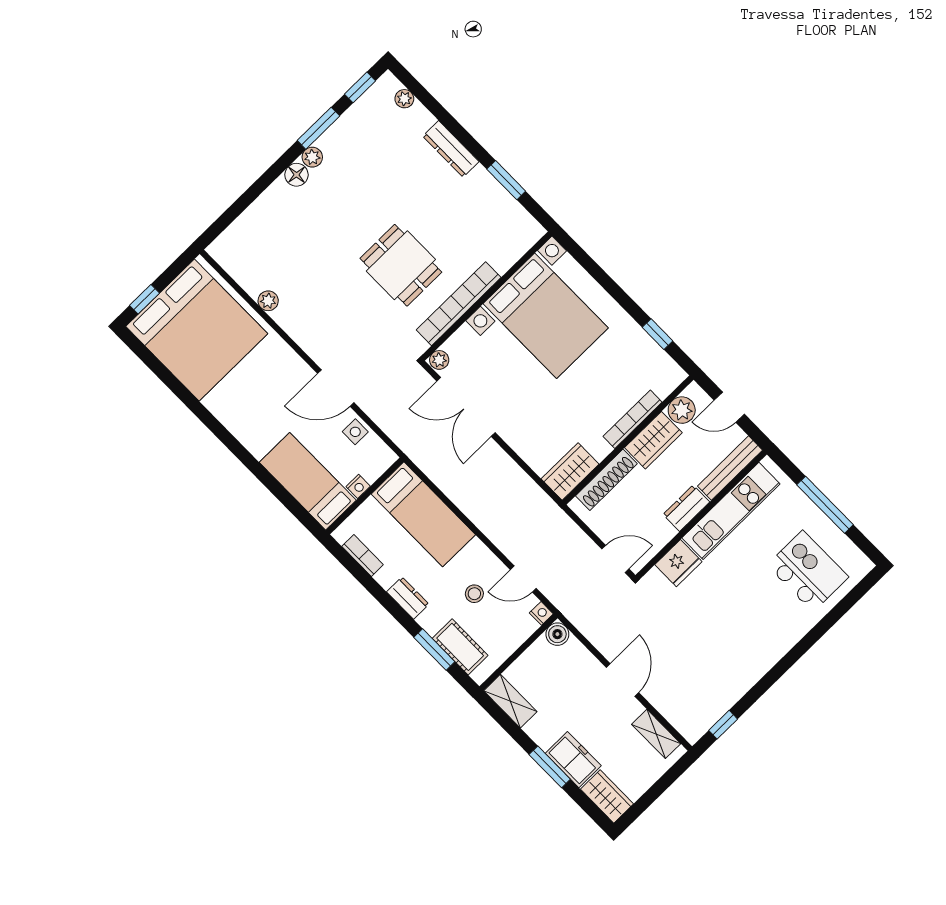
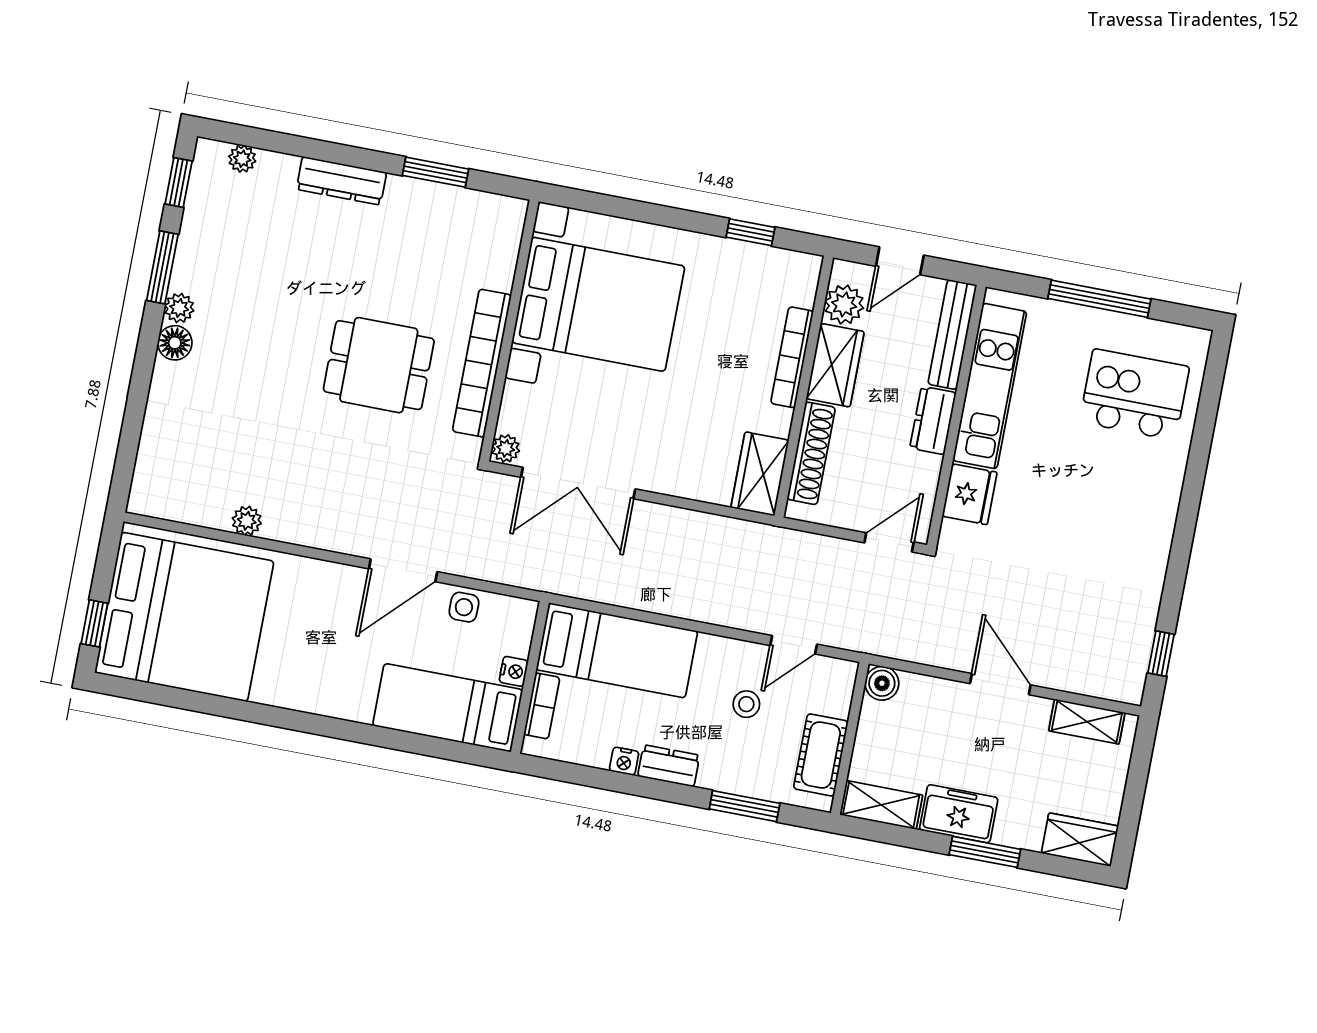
bookcase: (363, 556) -> (542, 706), moved, turned 90
nightstand: (541, 613) -> (624, 761), moved, turned 180
cot: (460, 647) -> (821, 755), moved, turned 90
freezer: (573, 760) -> (959, 814), moved

